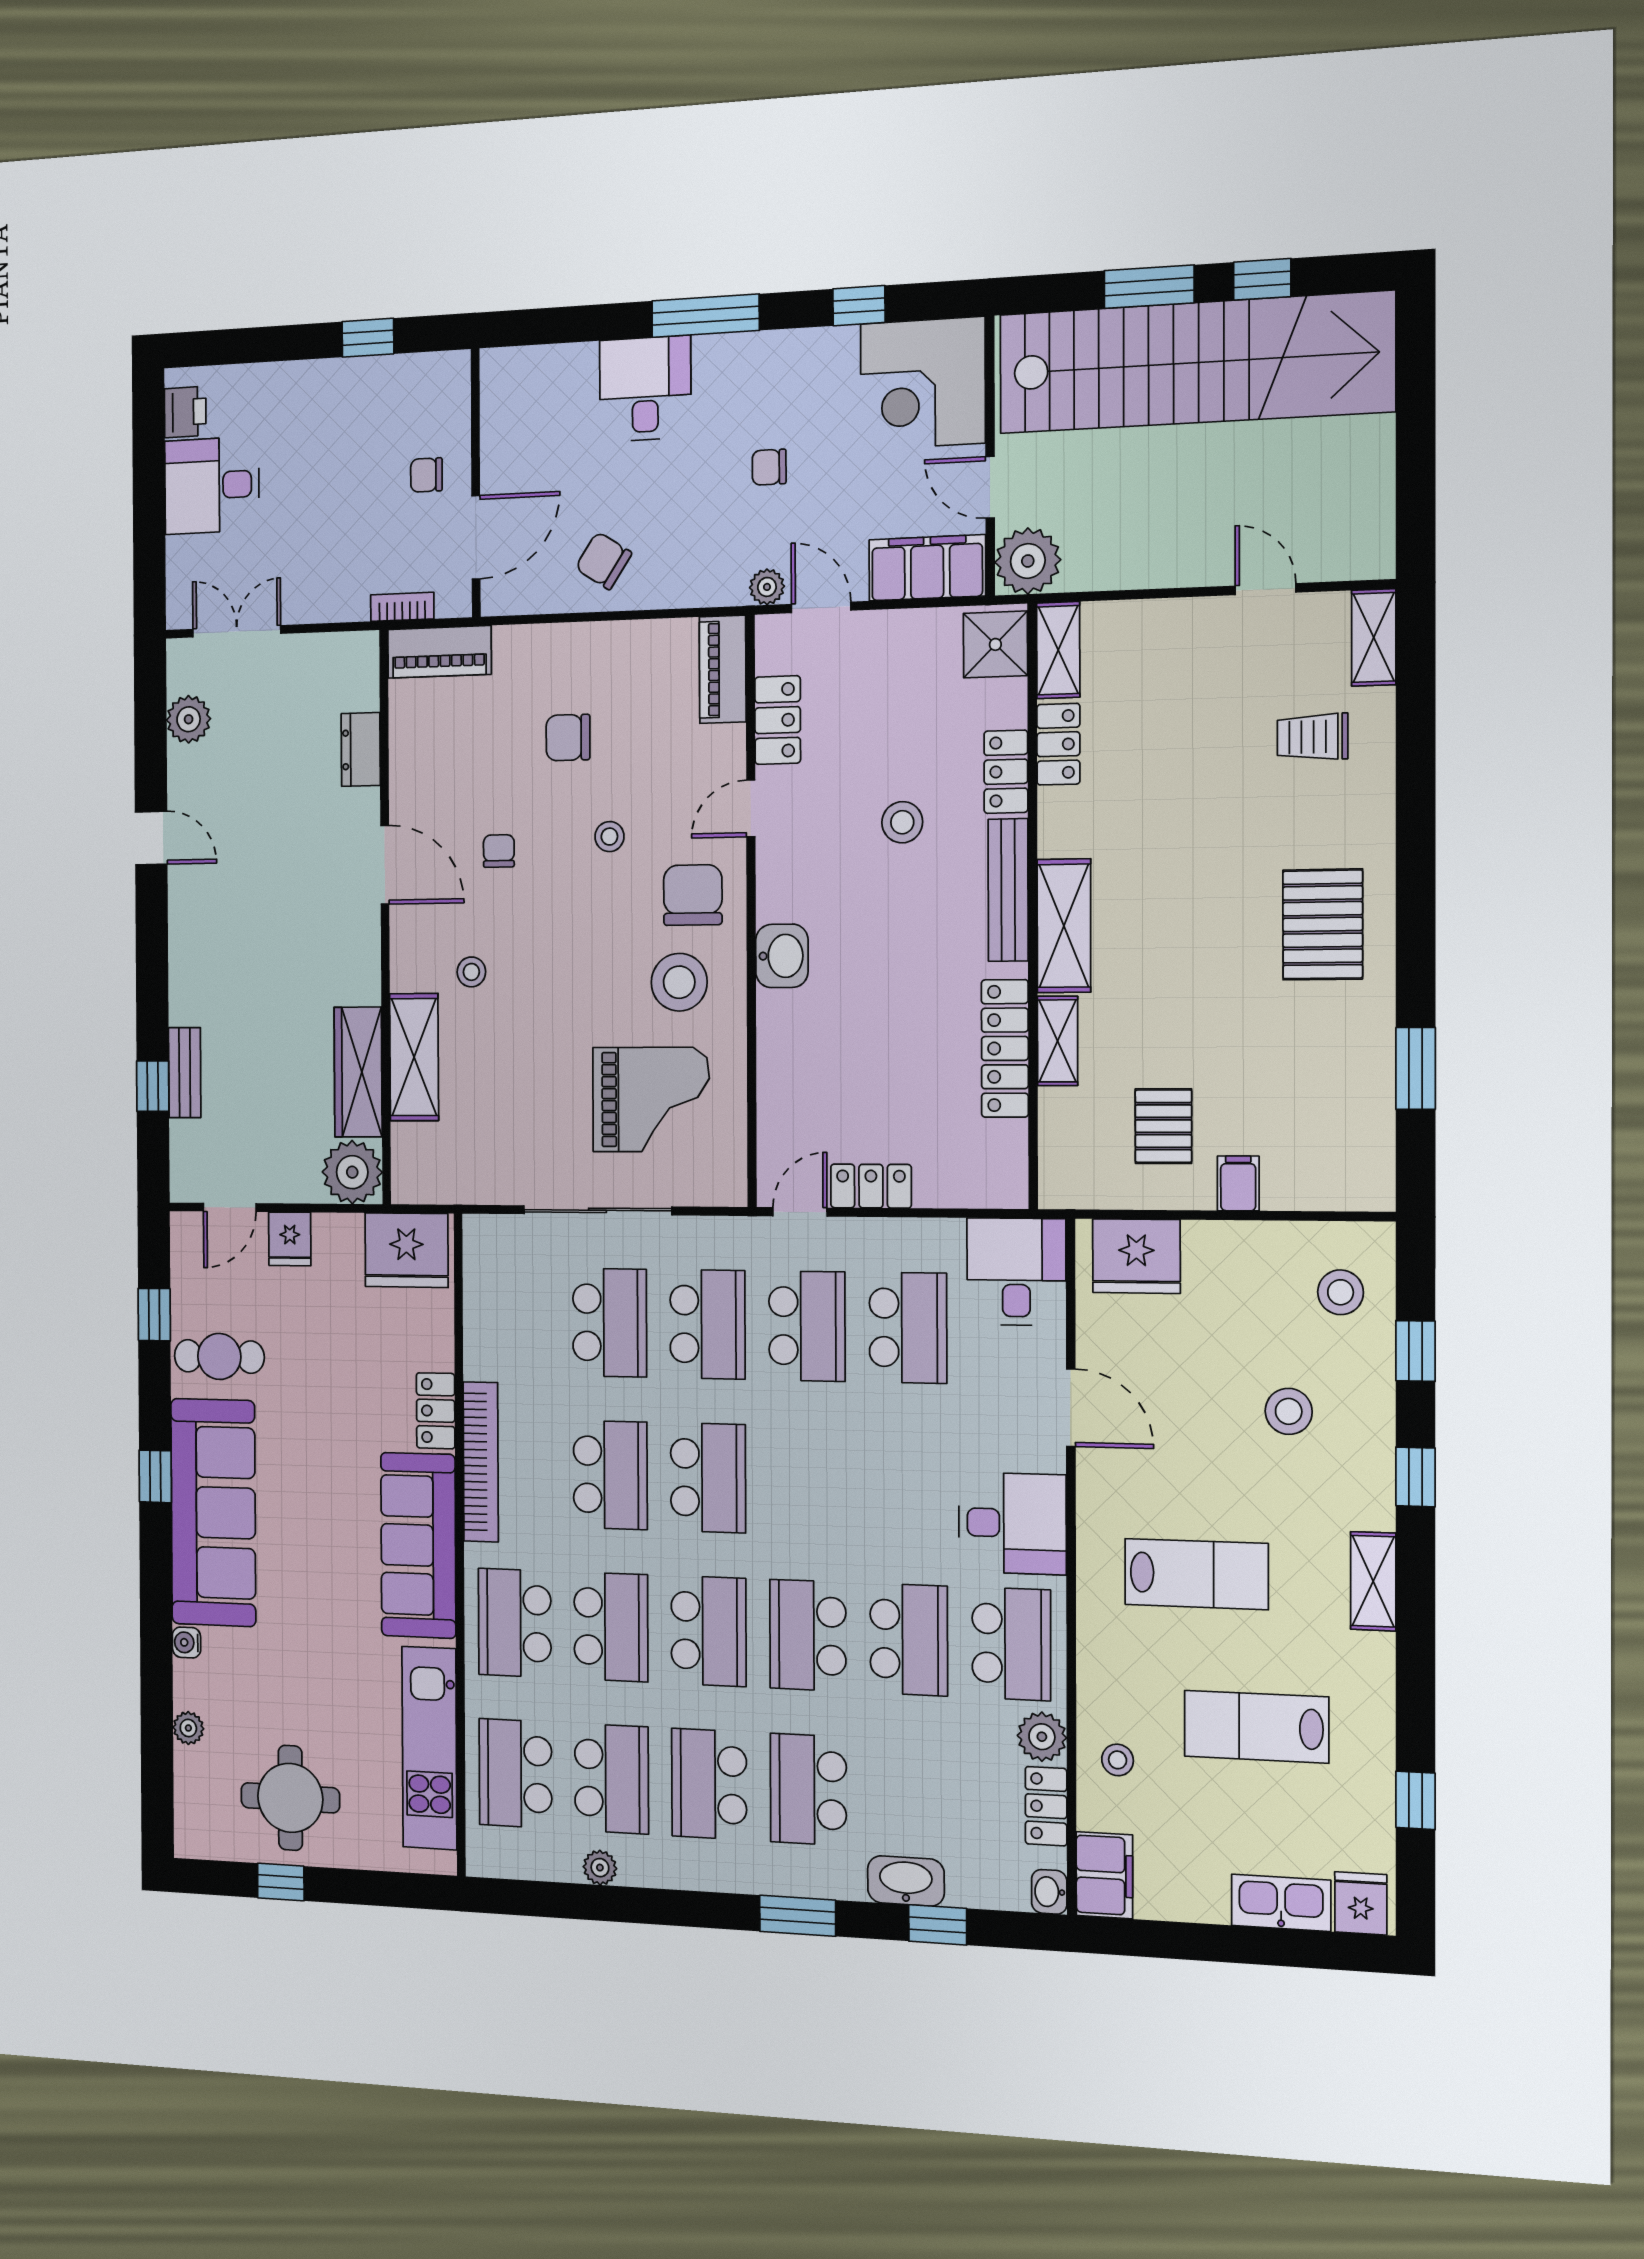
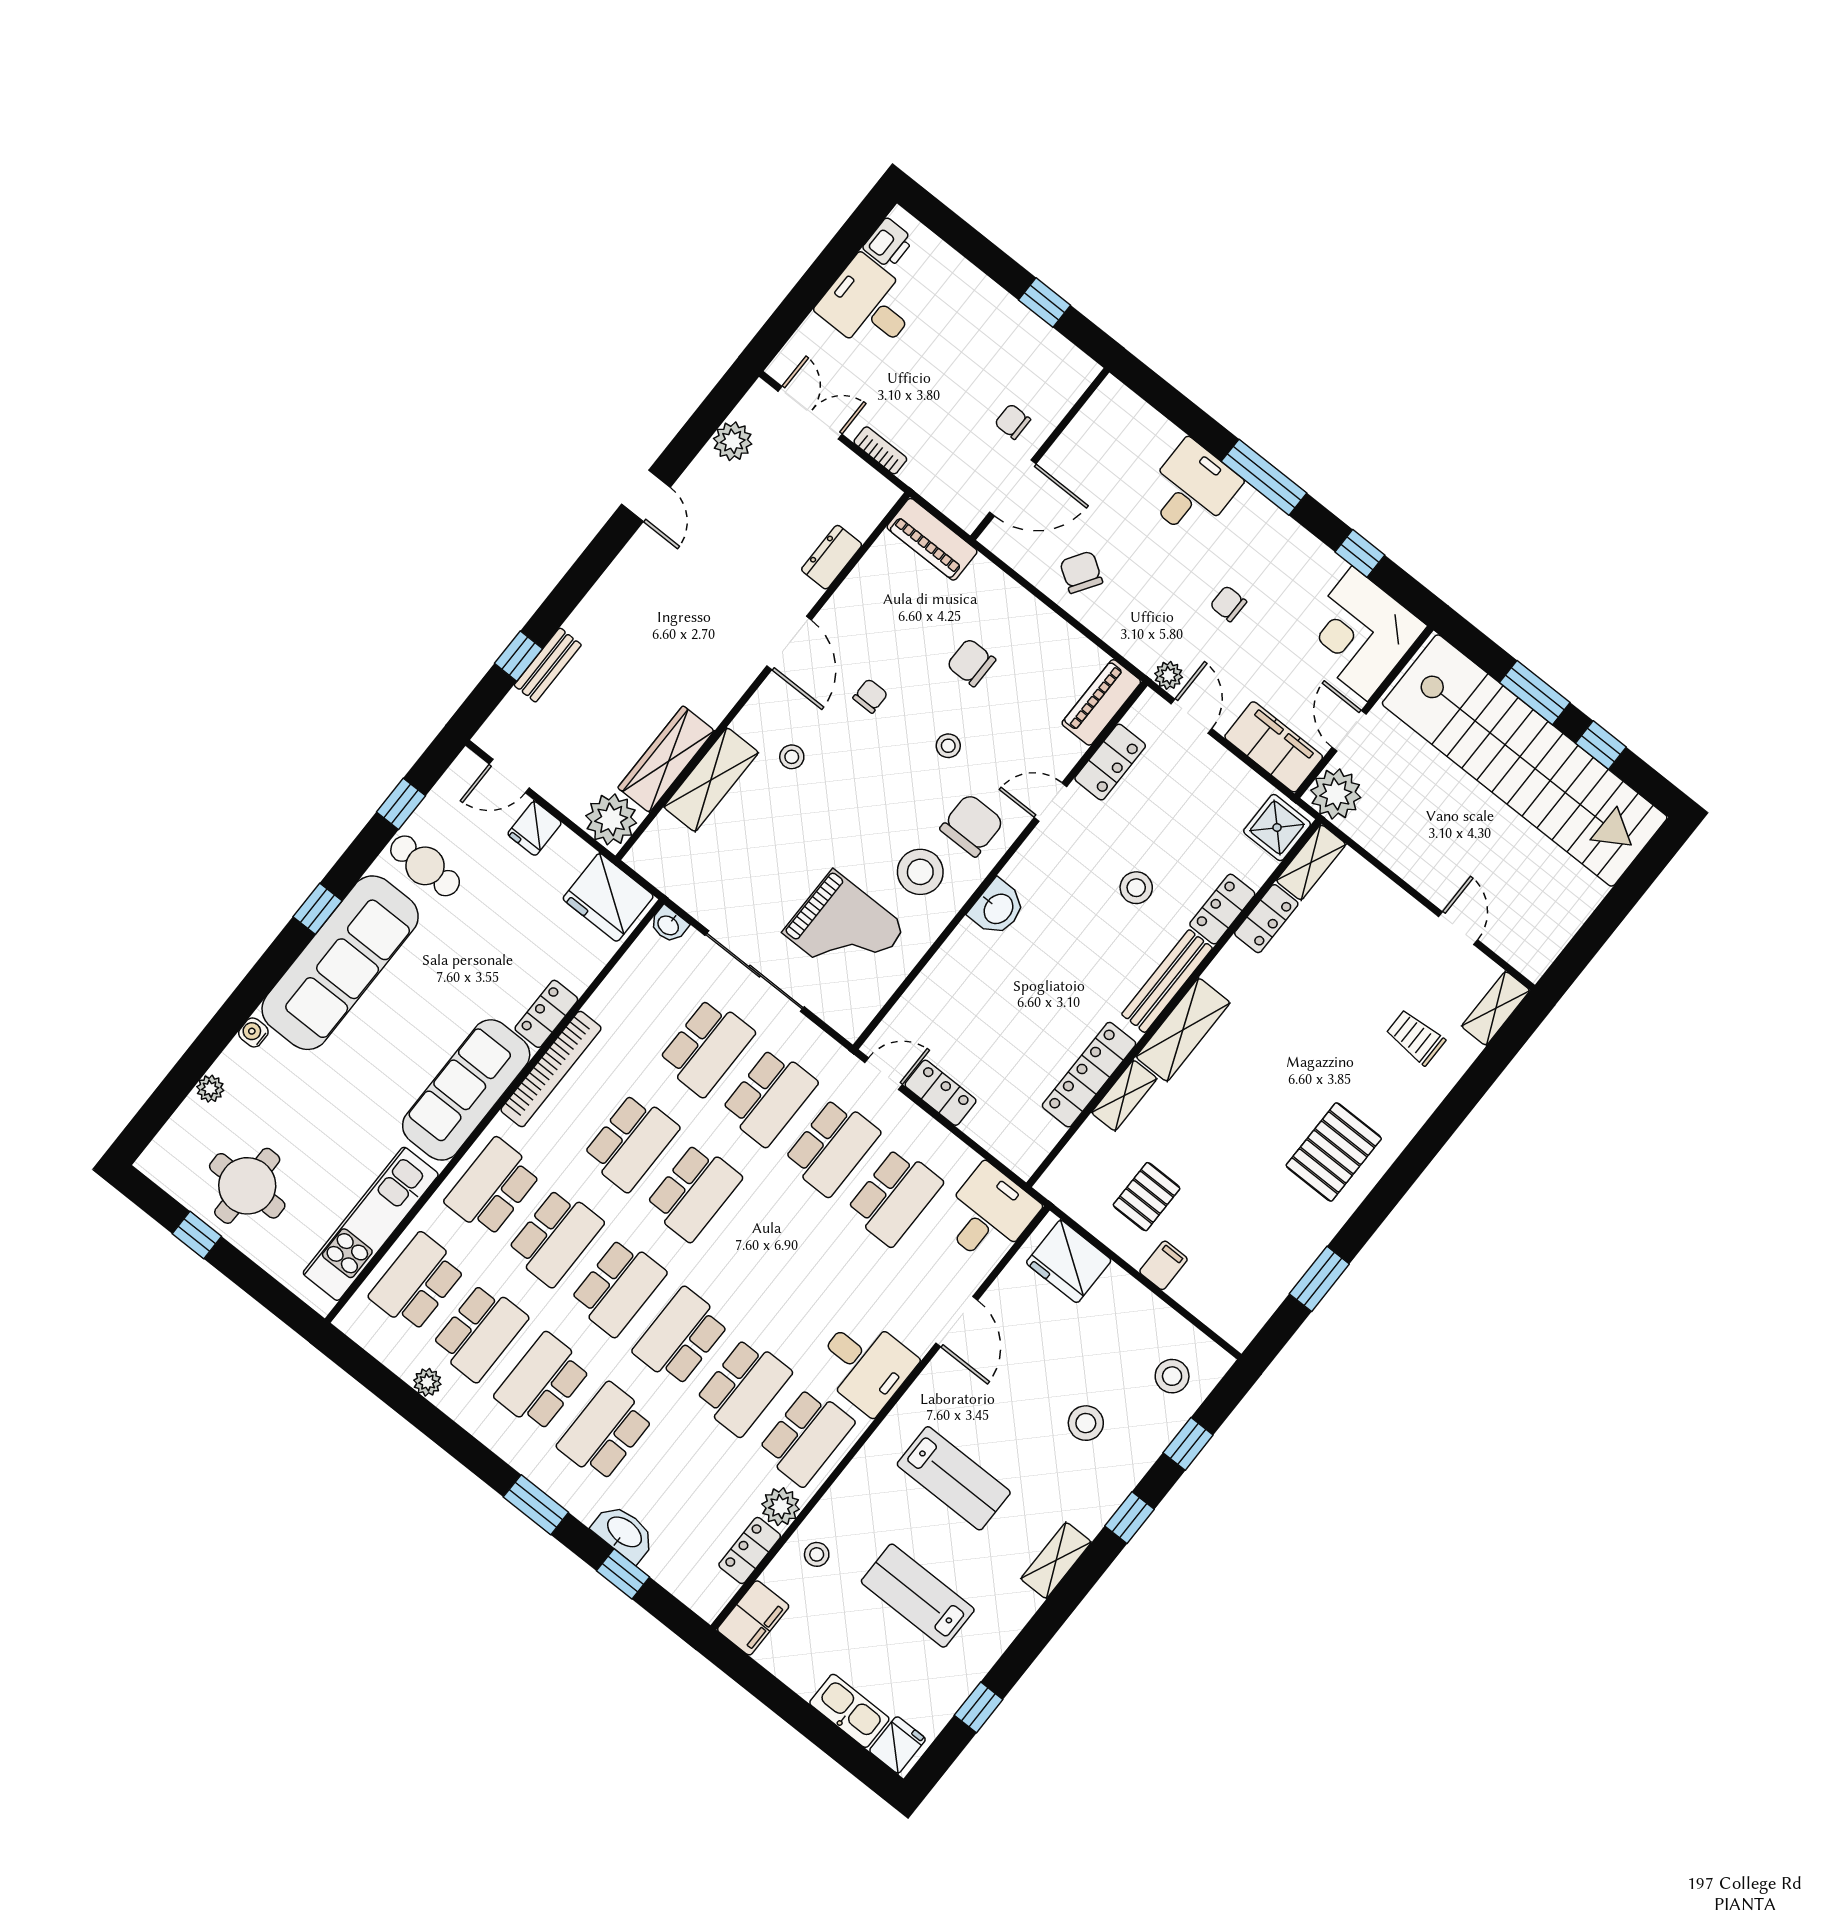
bookcase: (402, 607) -> (880, 450), moved
washbasin: (1049, 1892) -> (669, 925), moved, turned -90

